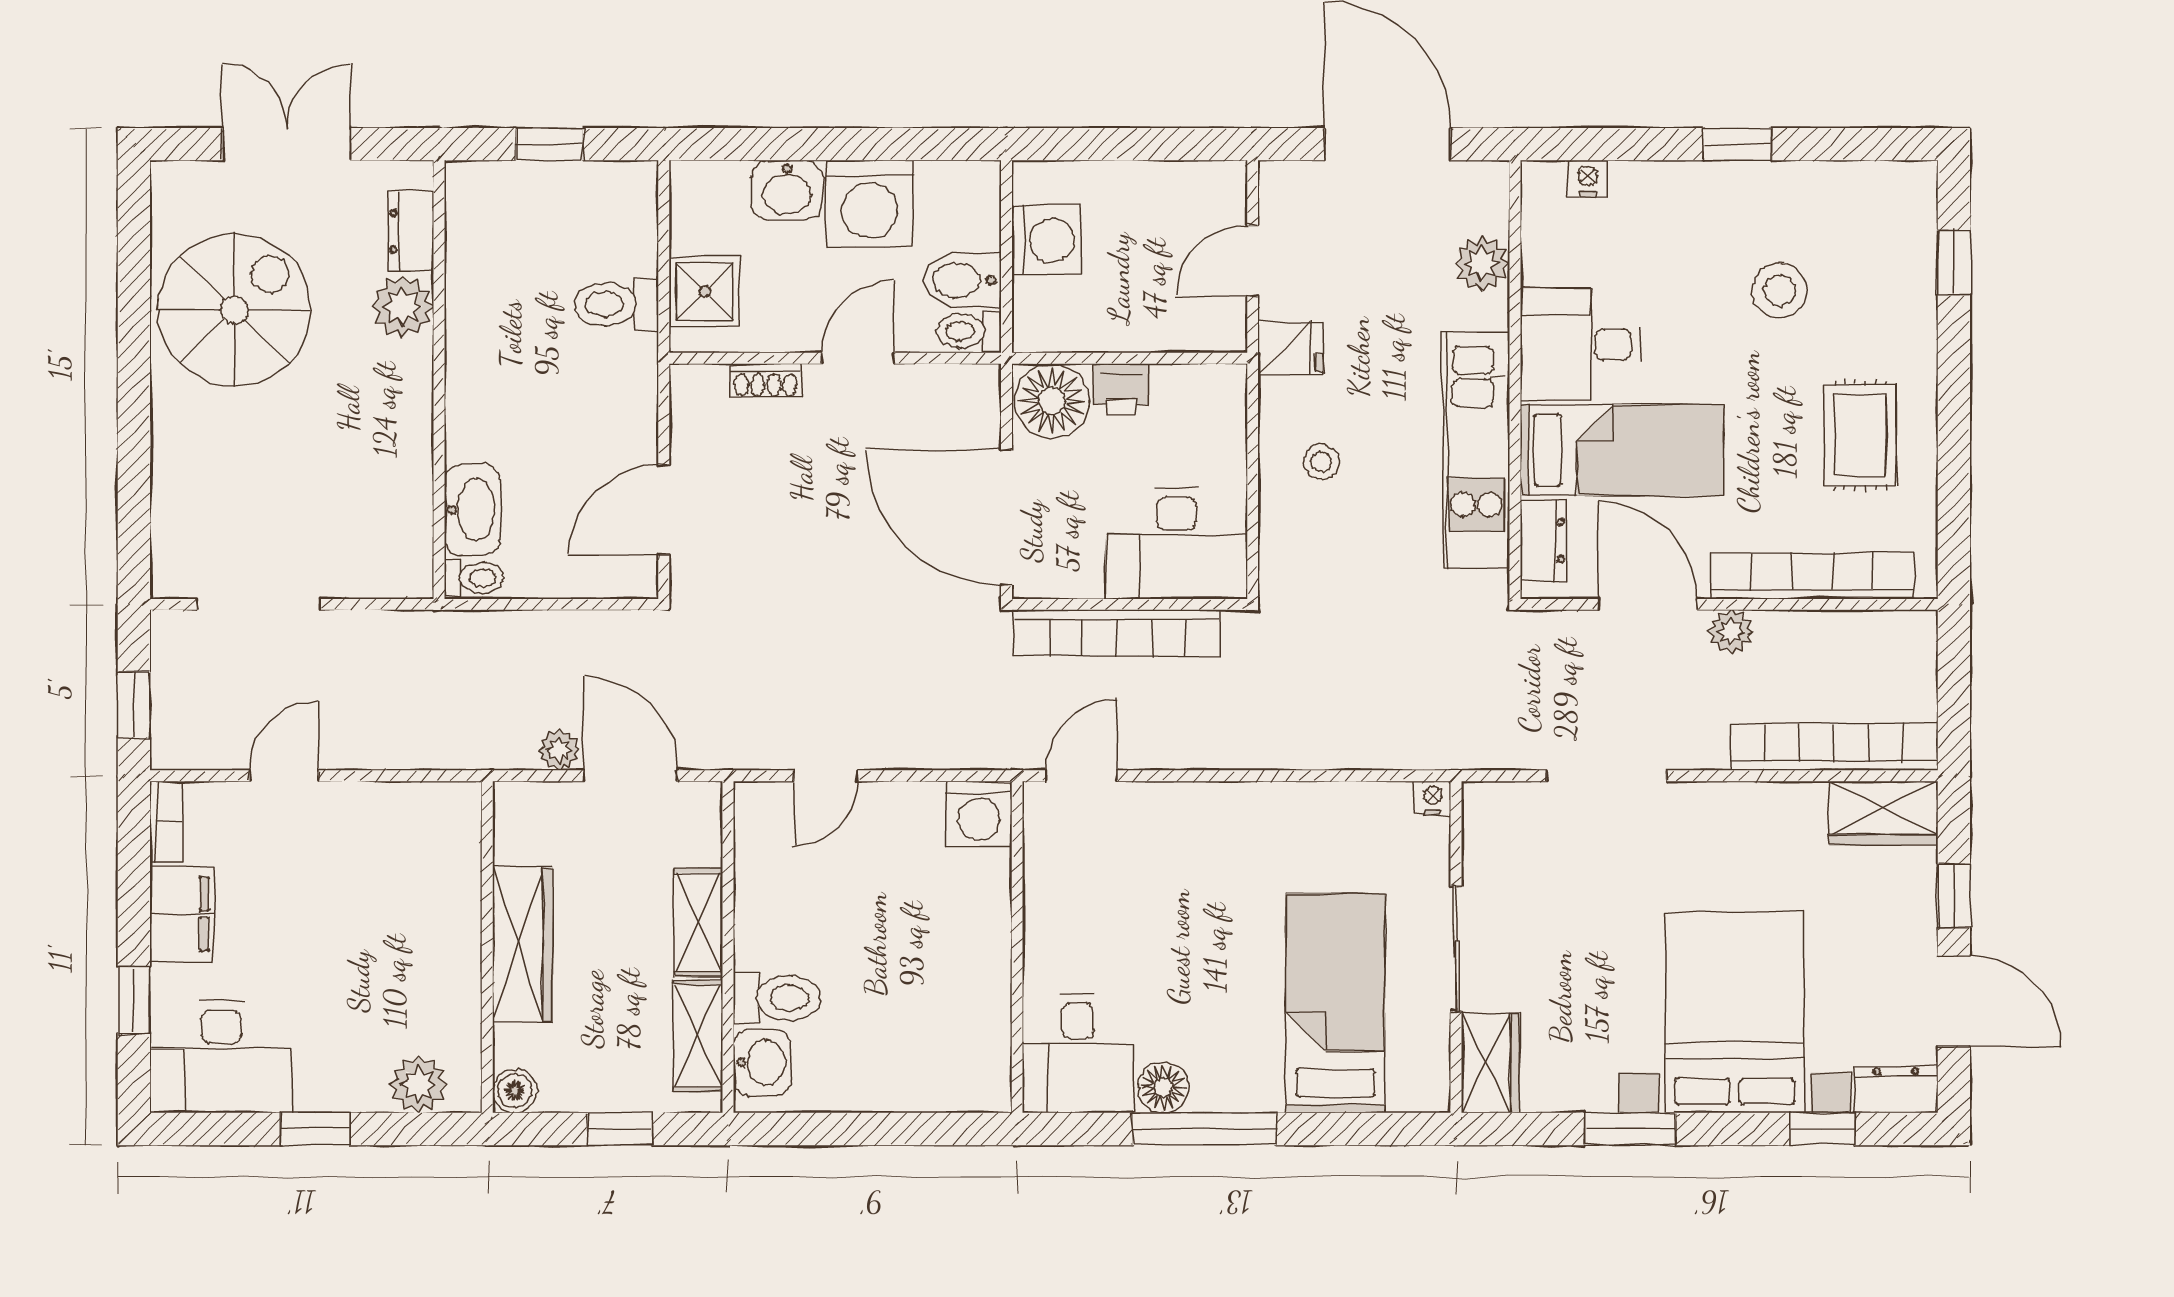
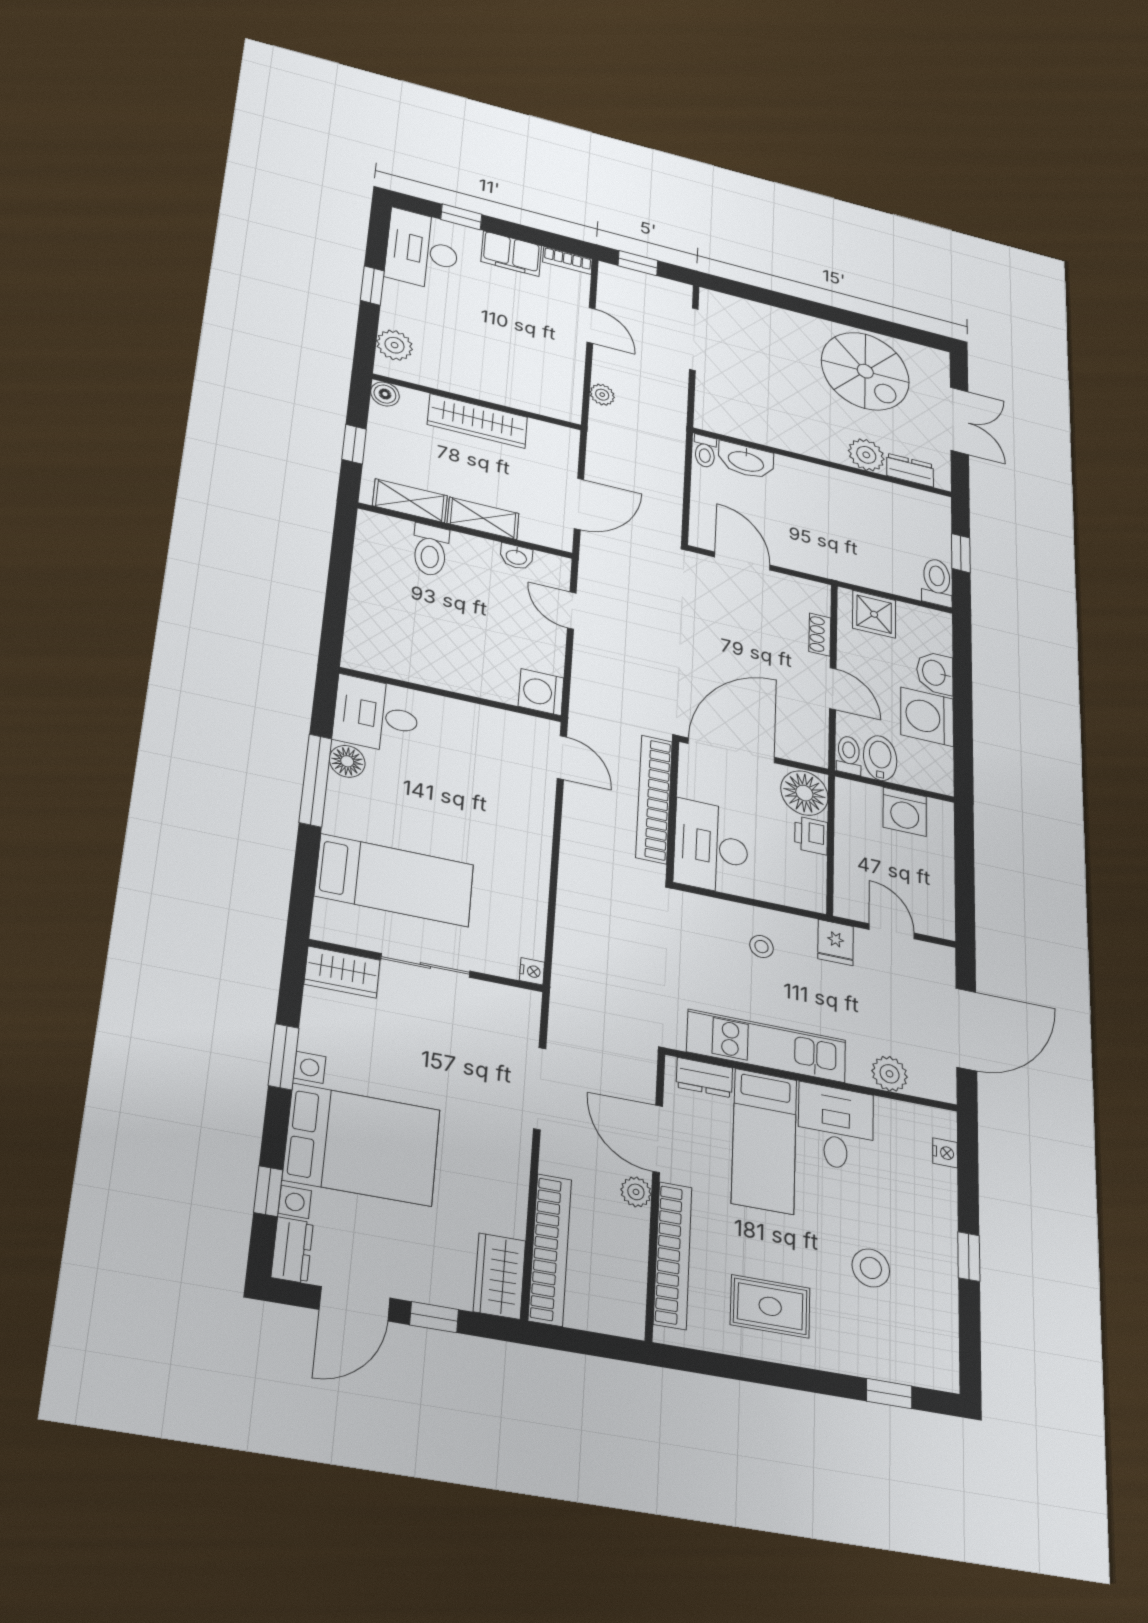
toilet: (616, 304) -> (937, 582), moved
door: (1648, 604) -> (658, 1139), swing flipped
plant: (559, 750) -> (602, 395), moved
washbasin: (762, 1062) -> (516, 557), moved, width x0.72, depth x0.69

